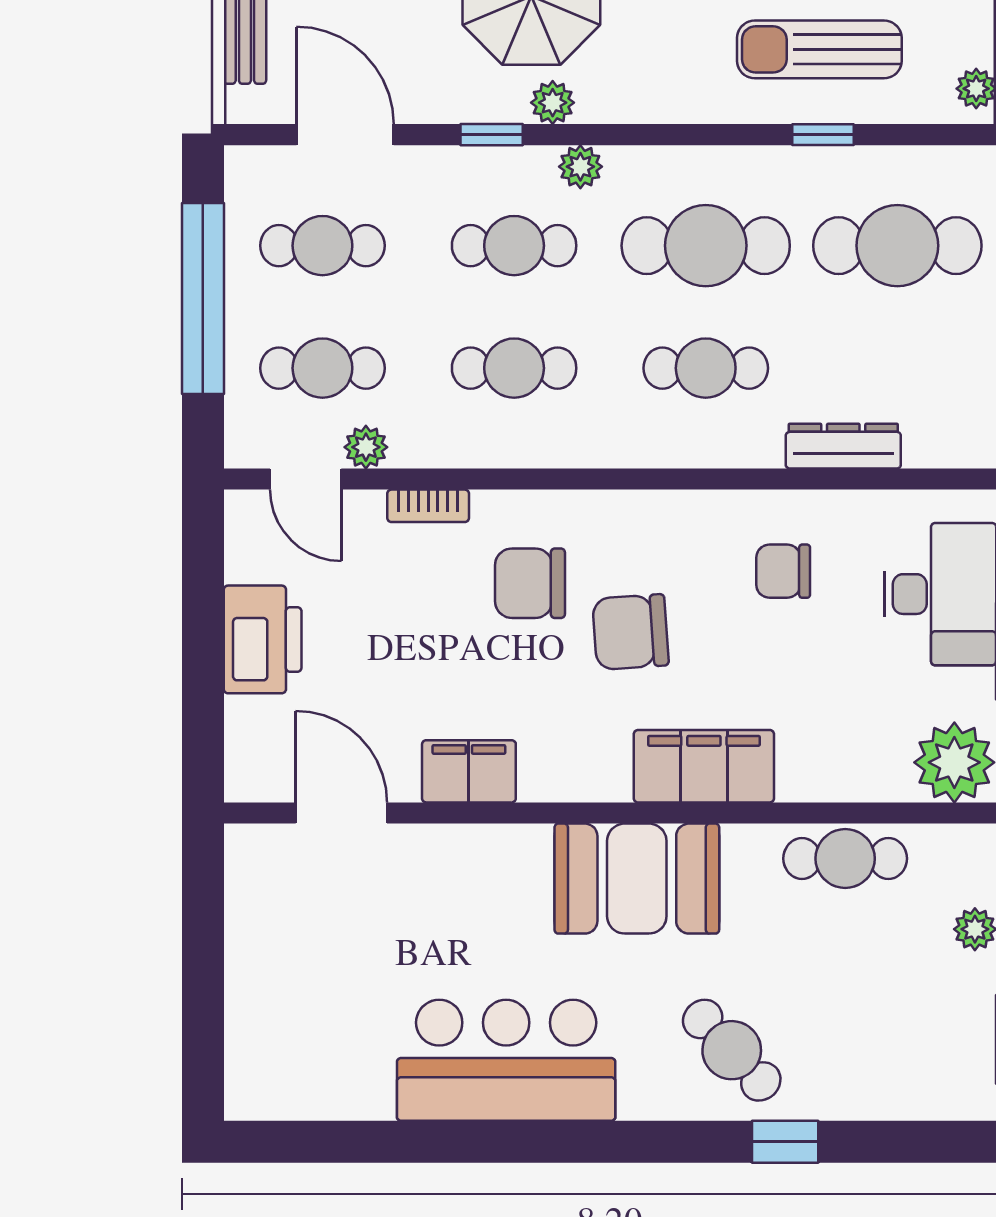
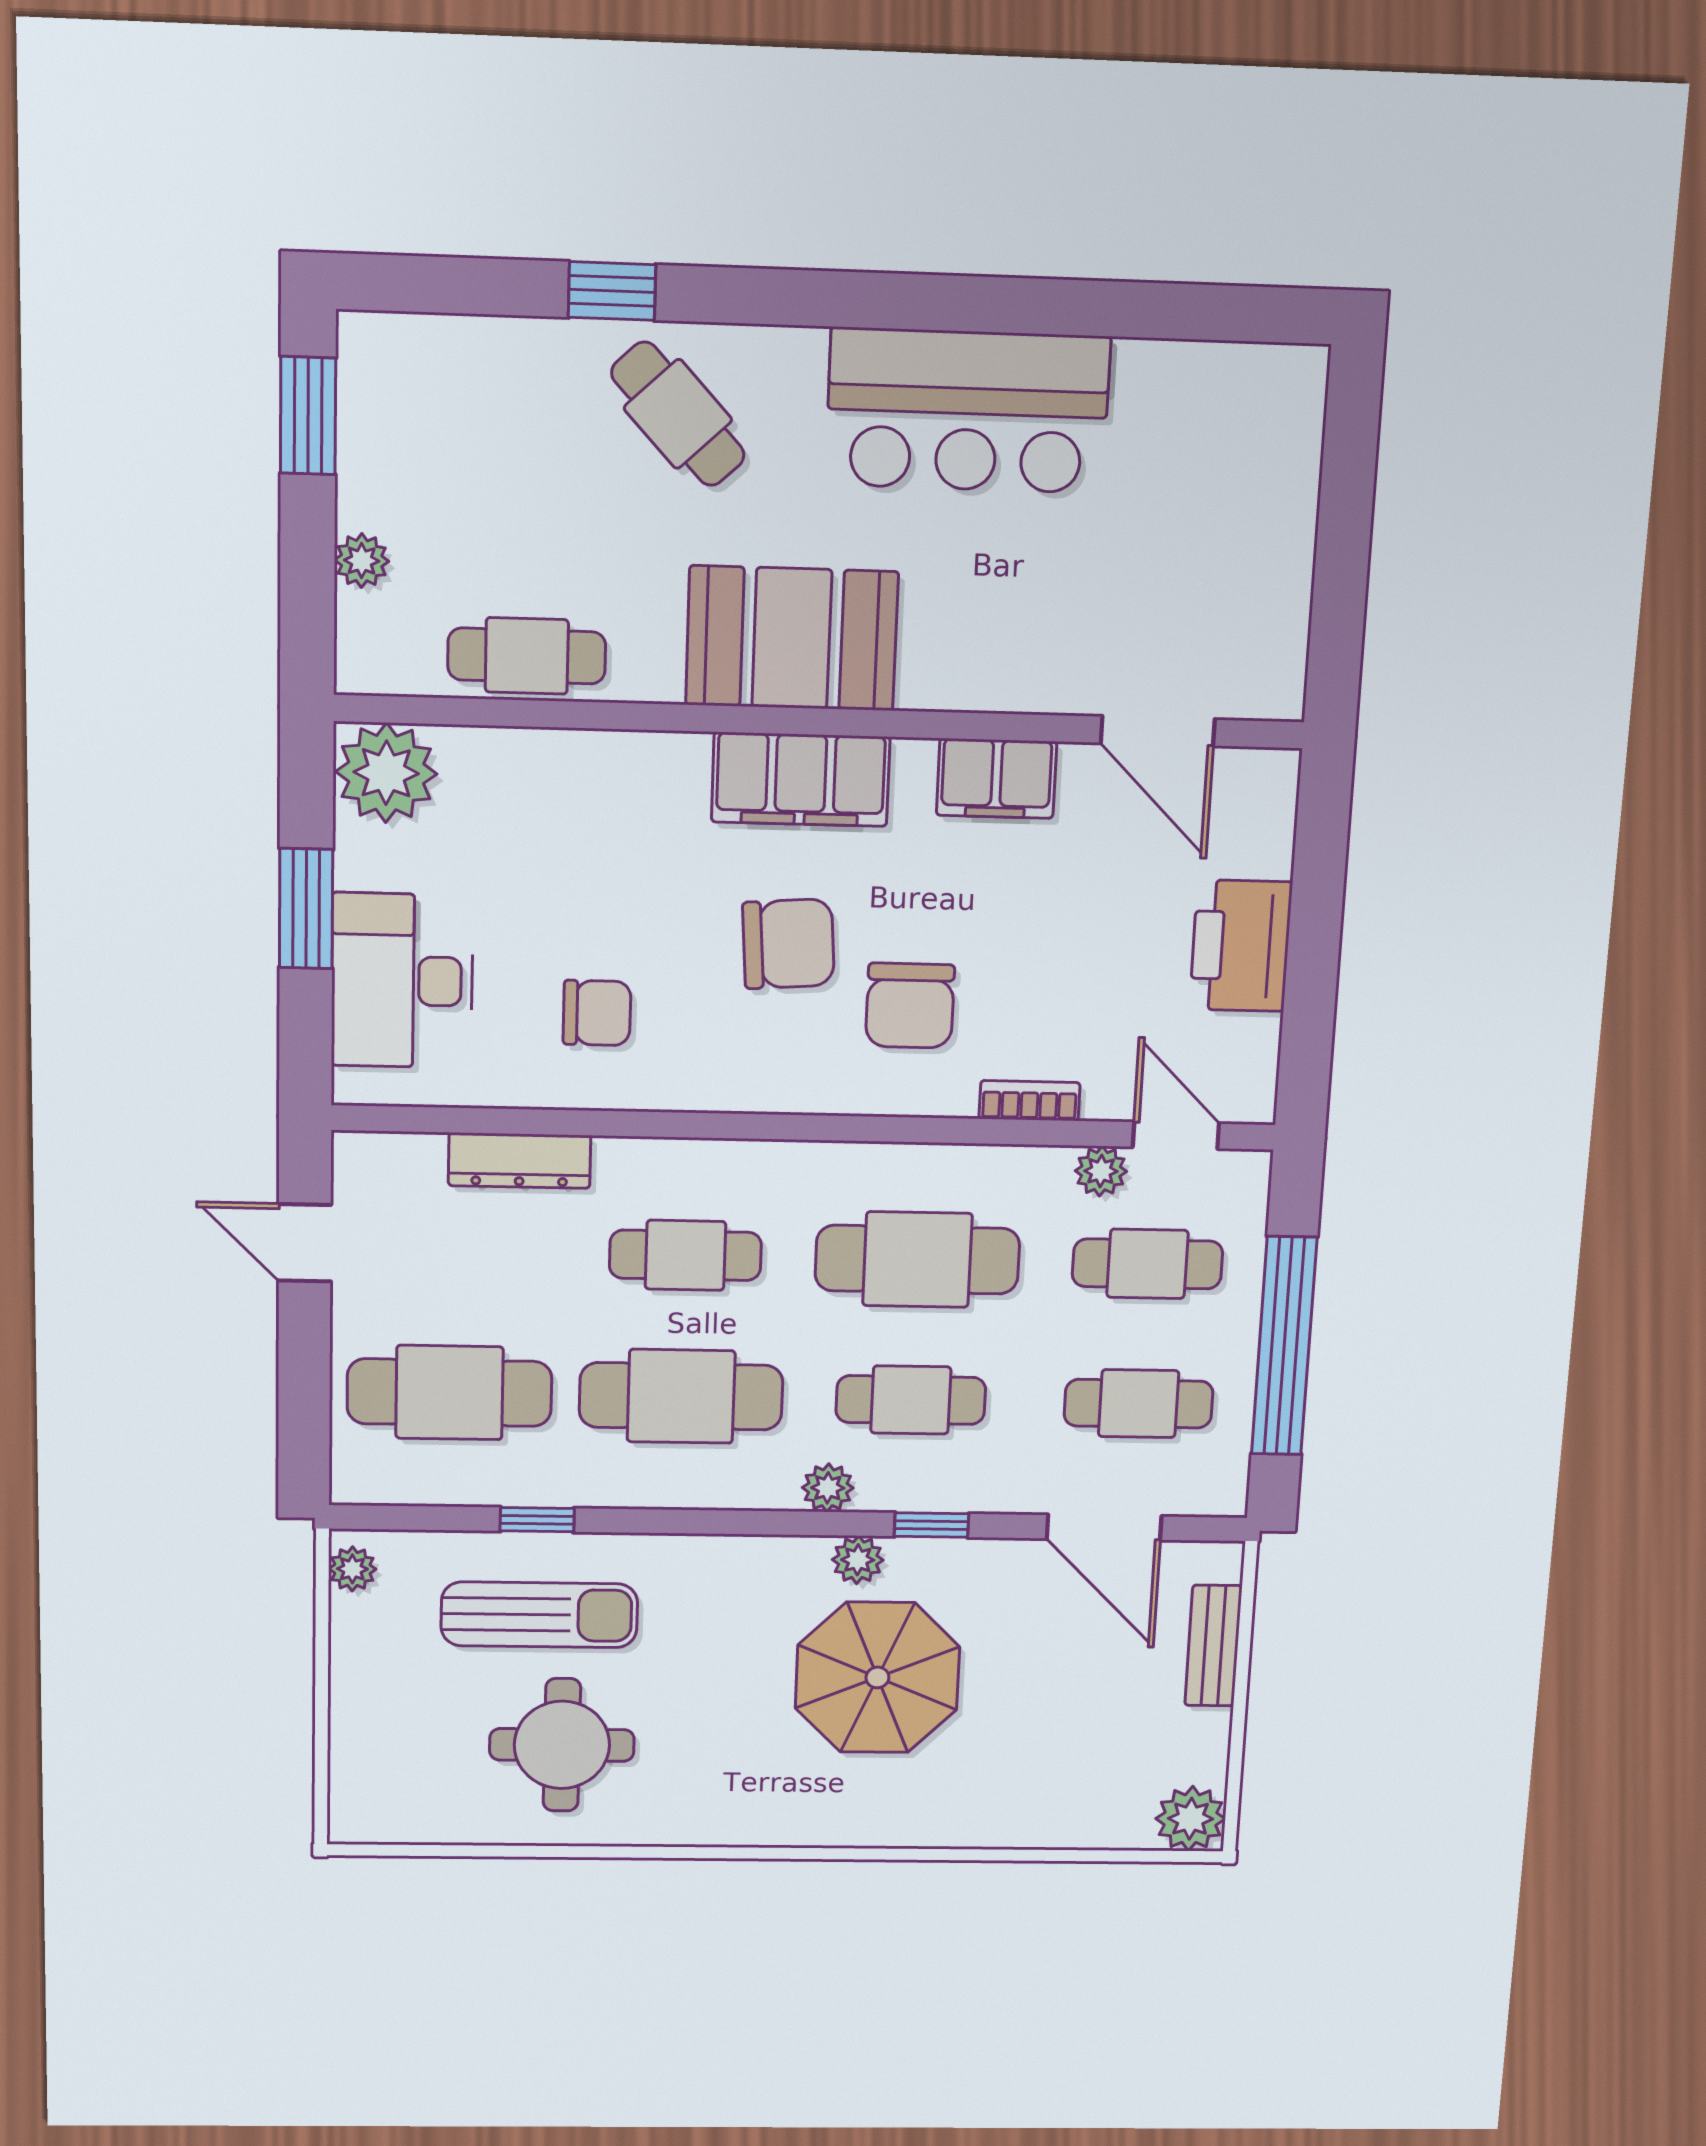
cafe table: (514, 368) -> (917, 1260), width x1.37, depth x1.35
chair: (530, 583) -> (910, 1006), turned 90
filing cabinet: (704, 766) -> (801, 779), moved

